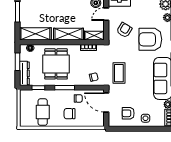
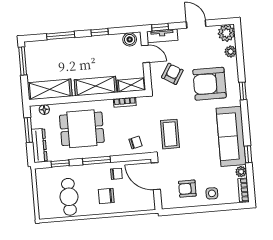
door: (106, 14) -> (146, 54), swing flipped
dining table: (56, 64) -> (82, 129), turned 90

